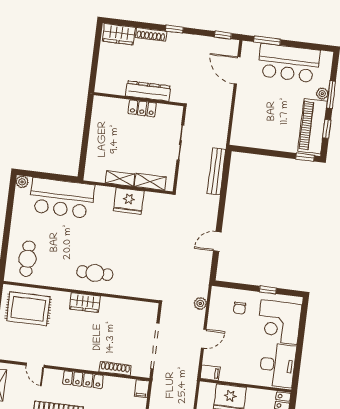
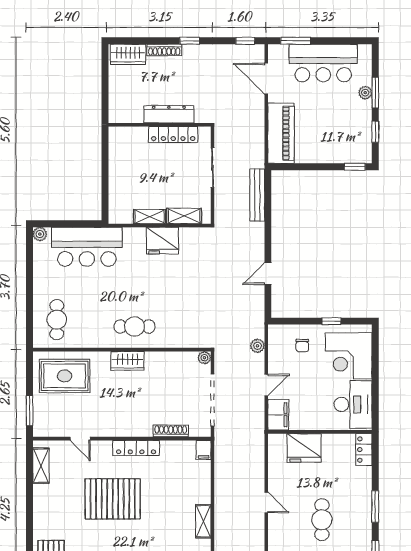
locker: (142, 108) -> (173, 134), width x1.53
piano: (312, 126) -> (281, 133), moved, turned 180
plant: (153, 308) -> (204, 358), added
filing cabinet: (210, 373) -> (278, 415), width x2.00

